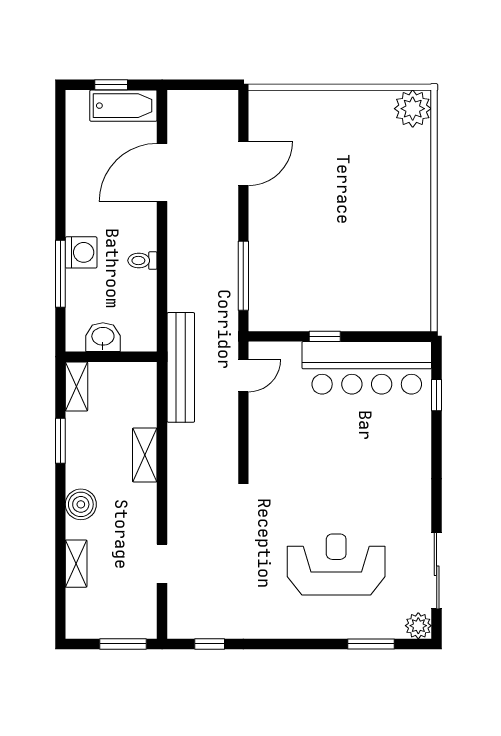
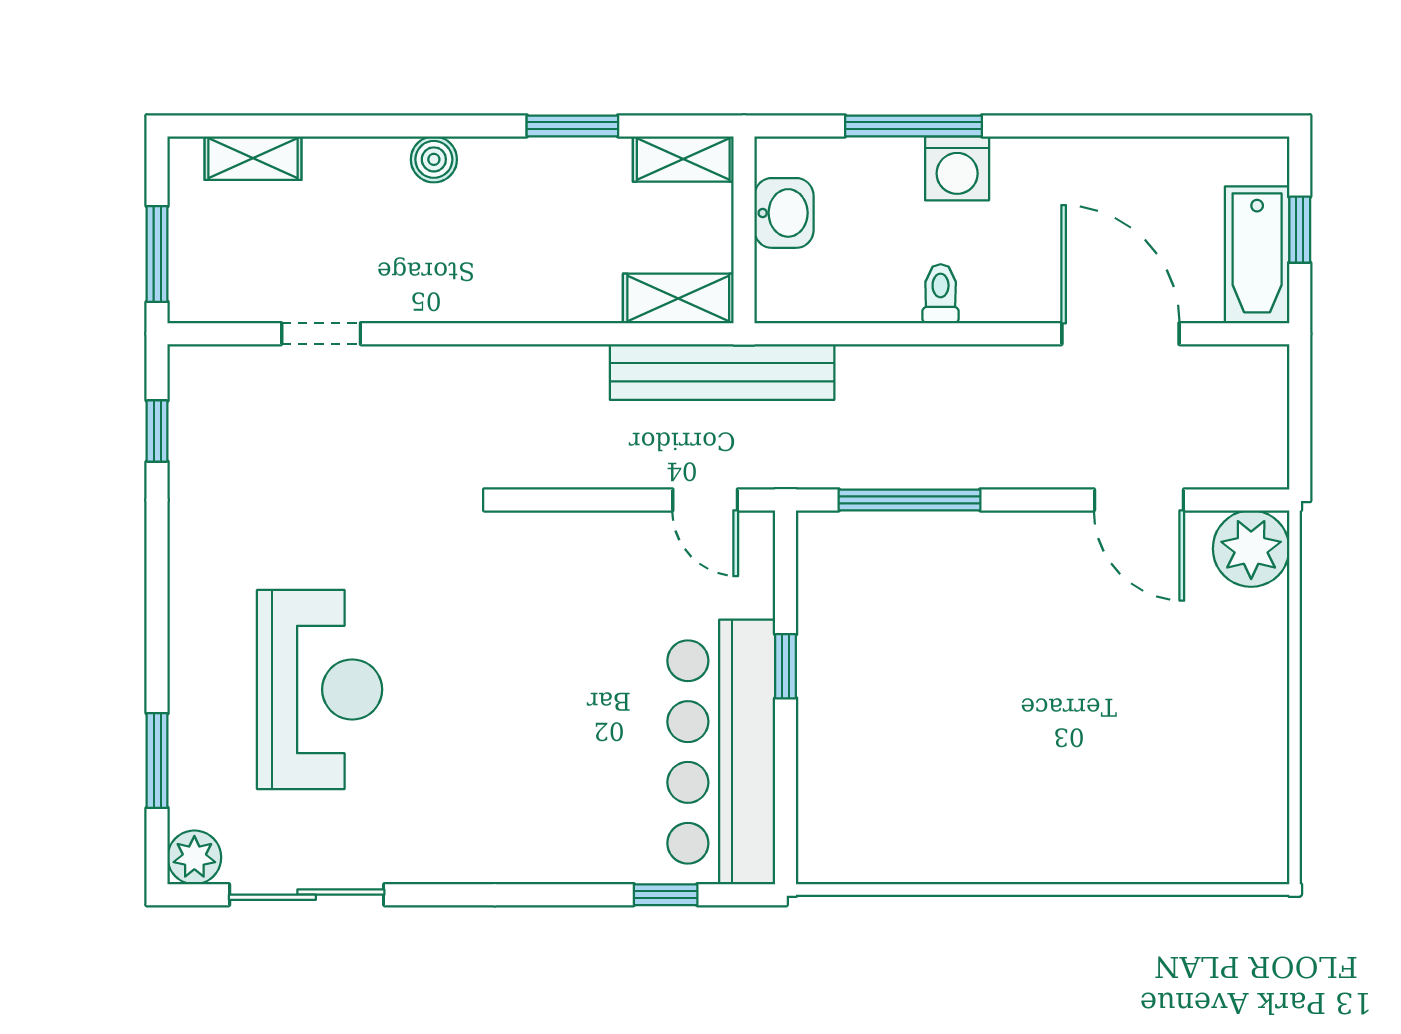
plant: (413, 109) -> (1251, 549), moved
shelving: (145, 455) -> (678, 298), moved
boiler: (81, 504) -> (434, 159), width x0.73, depth x0.73
shelving: (76, 564) -> (253, 158), moved

